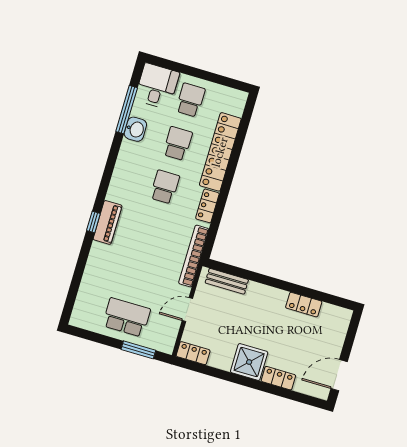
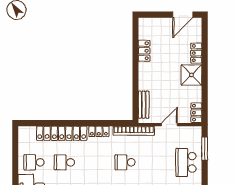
school desk: (165, 187) -> (125, 162), moved
door: (187, 310) -> (169, 125), swing flipped
door: (339, 375) -> (183, 15), hinge flipped

